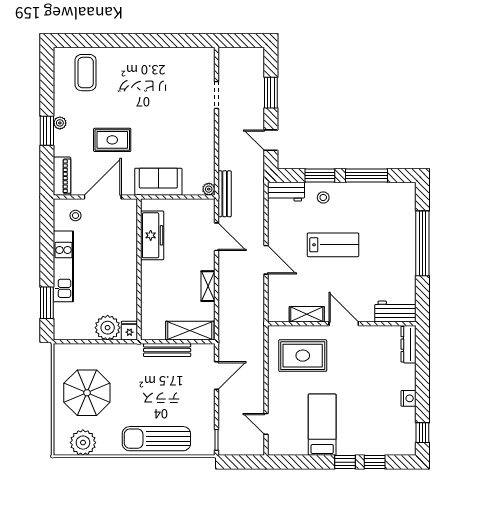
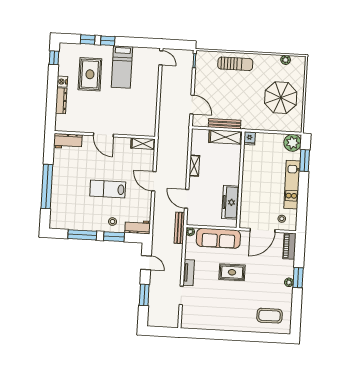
coffee table: (86, 73) -> (270, 316), turned 90
tv unit: (208, 129) -> (189, 273), added
rug: (112, 140) -> (232, 272), moved
sofa: (158, 182) -> (218, 238), width x1.36
shelving: (307, 314) -> (143, 144), moved
plant: (108, 328) -> (293, 143), moved
shelving: (190, 331) -> (225, 137), moved
dresser: (408, 344) -> (61, 101), moved
rug: (303, 356) -> (90, 74), moved, turned 90
door: (217, 375) -> (192, 105), swing flipped
door: (266, 424) -> (161, 58), moved
sun lounger: (156, 439) -> (235, 64), width x0.73, depth x0.75
plant: (83, 443) -> (286, 60), width x0.53, depth x0.53

